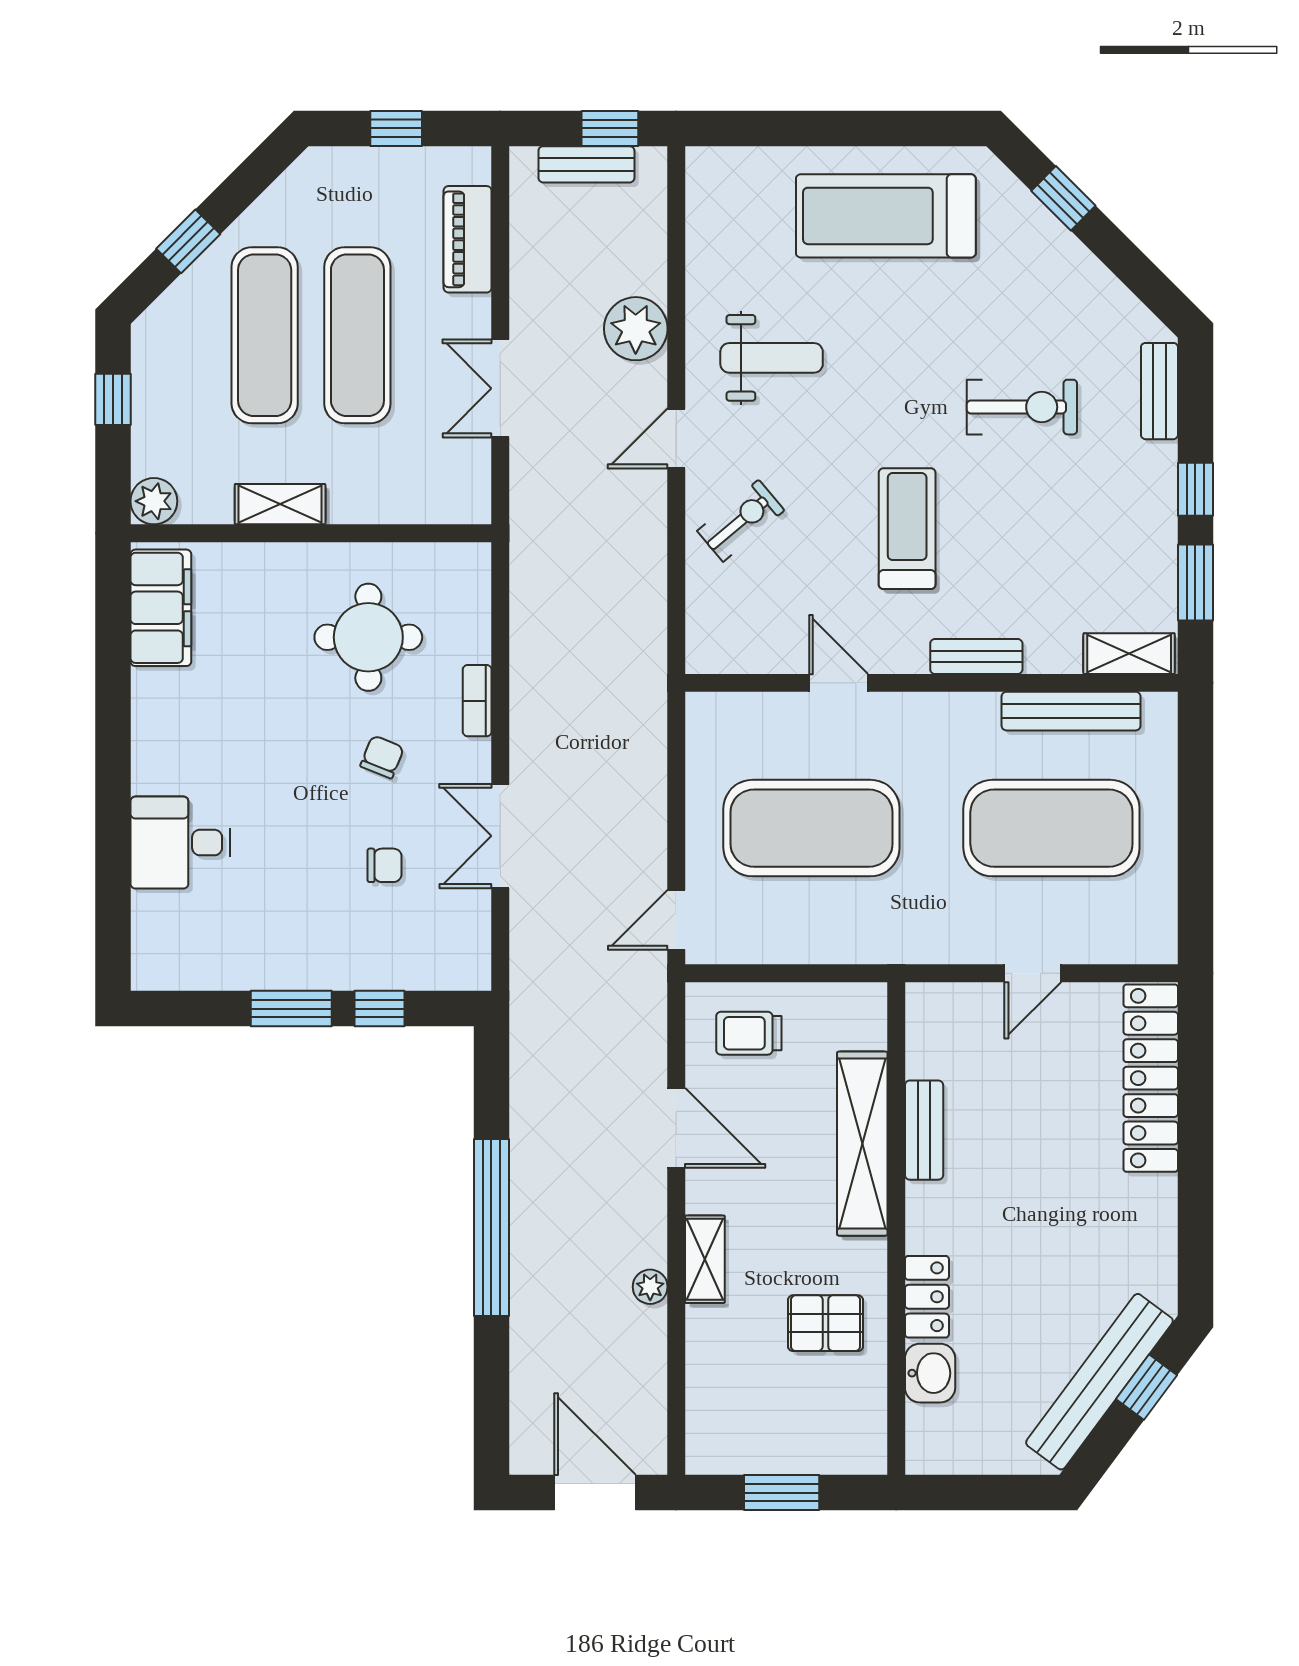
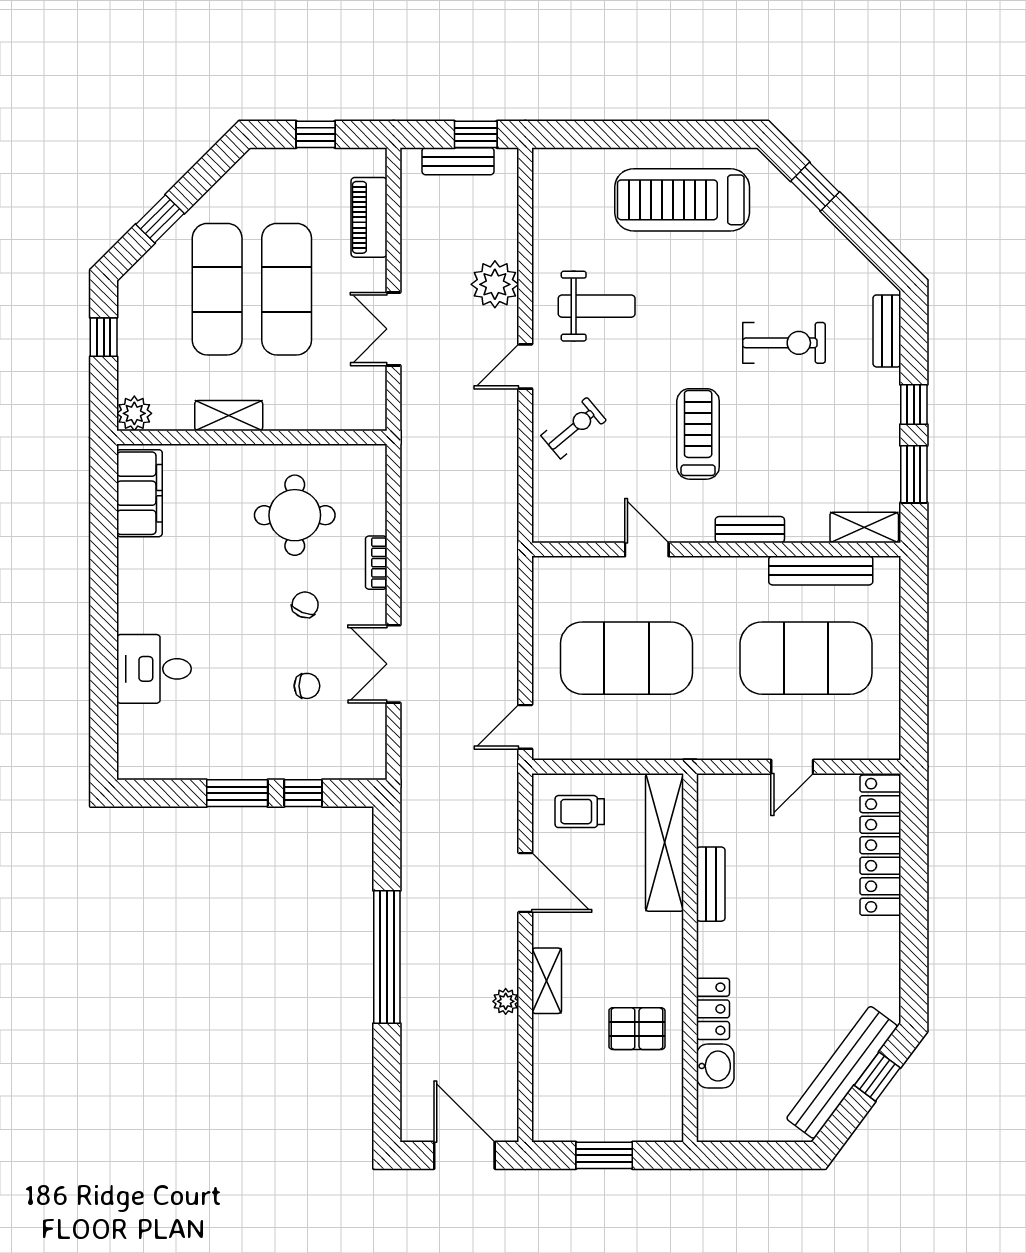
shelving: (862, 1144) -> (665, 842), moved

